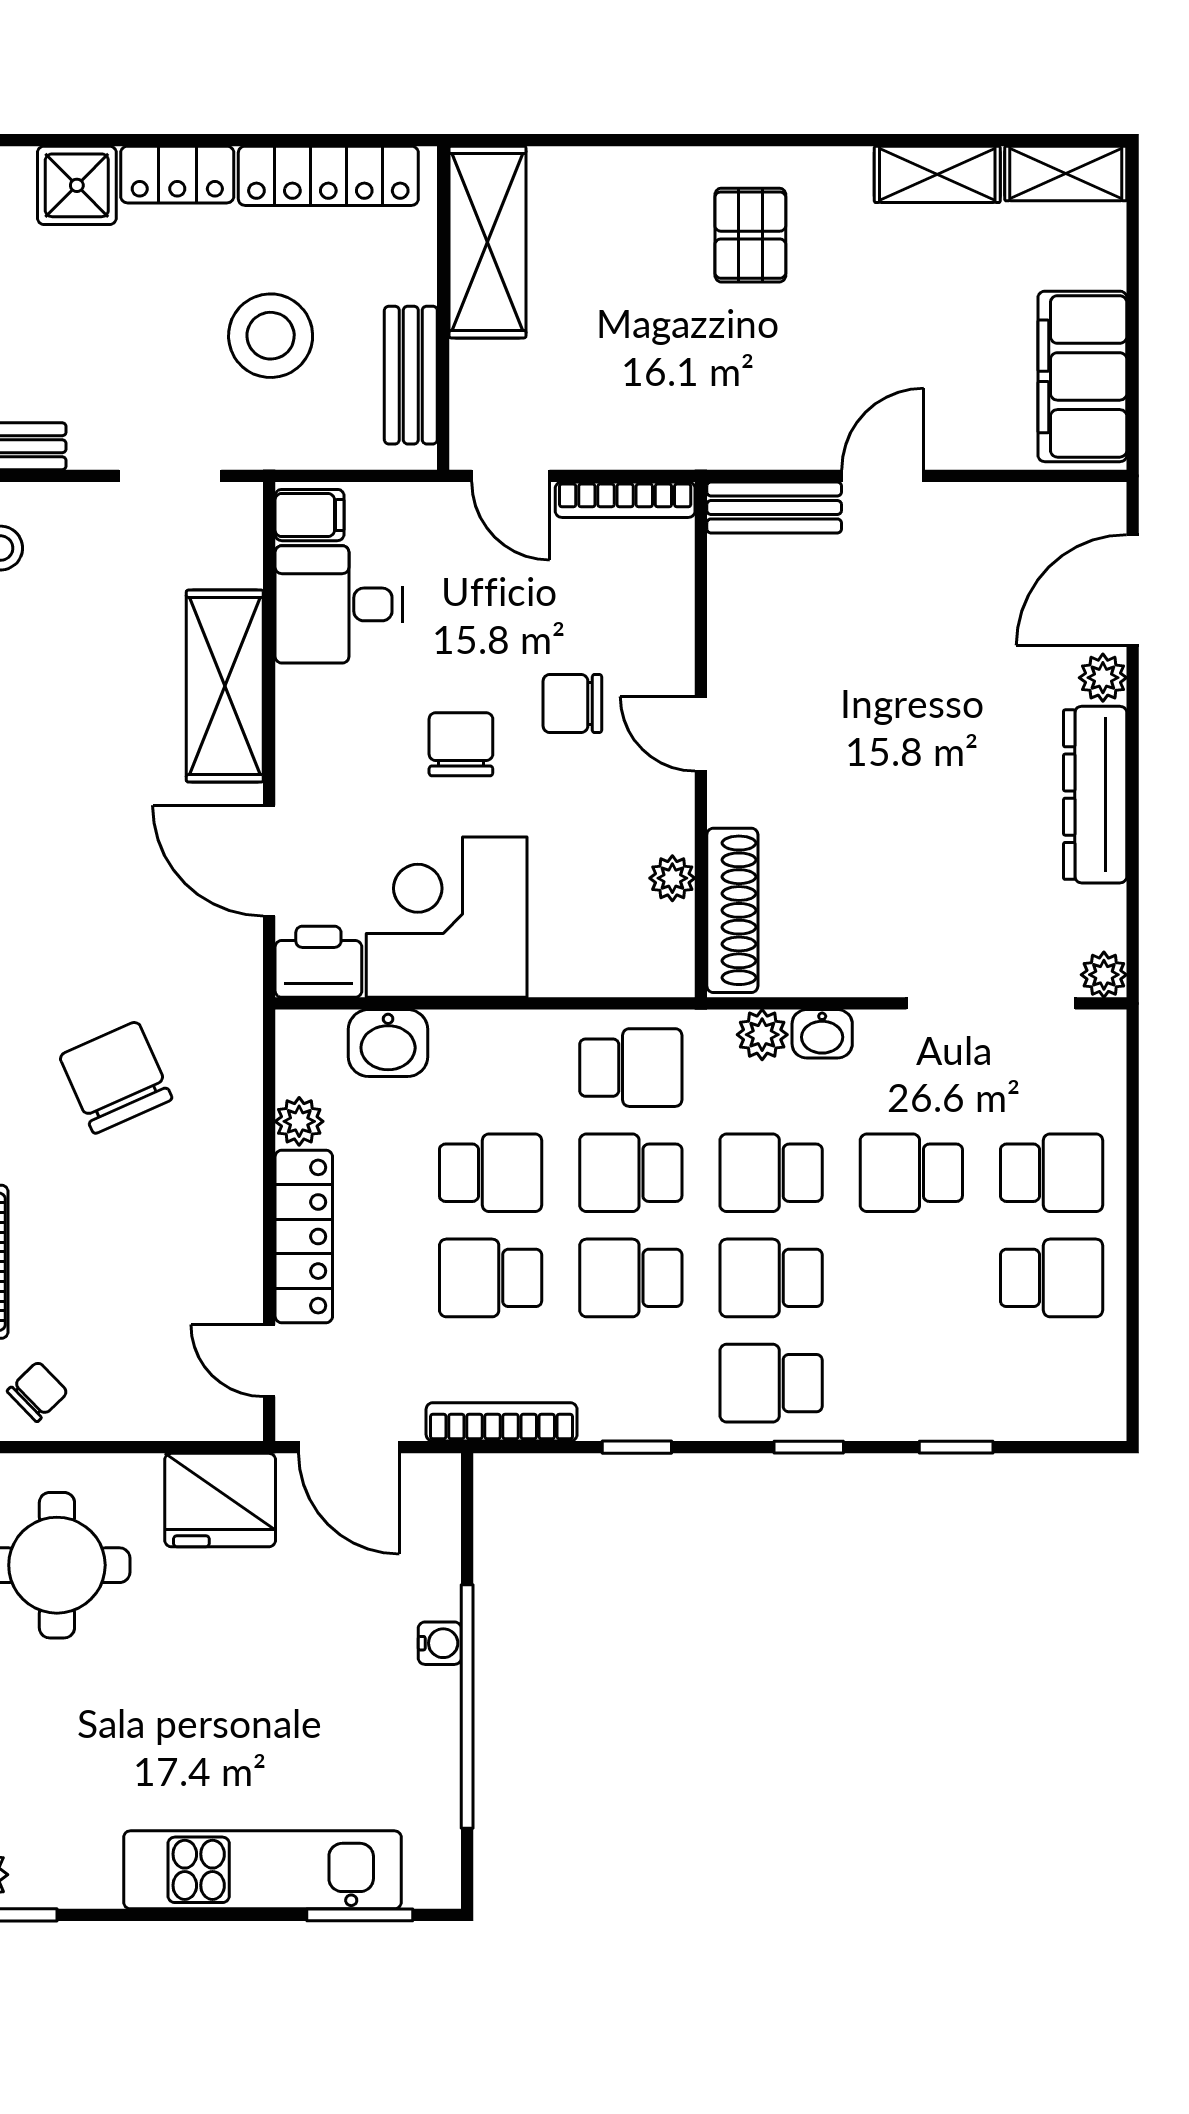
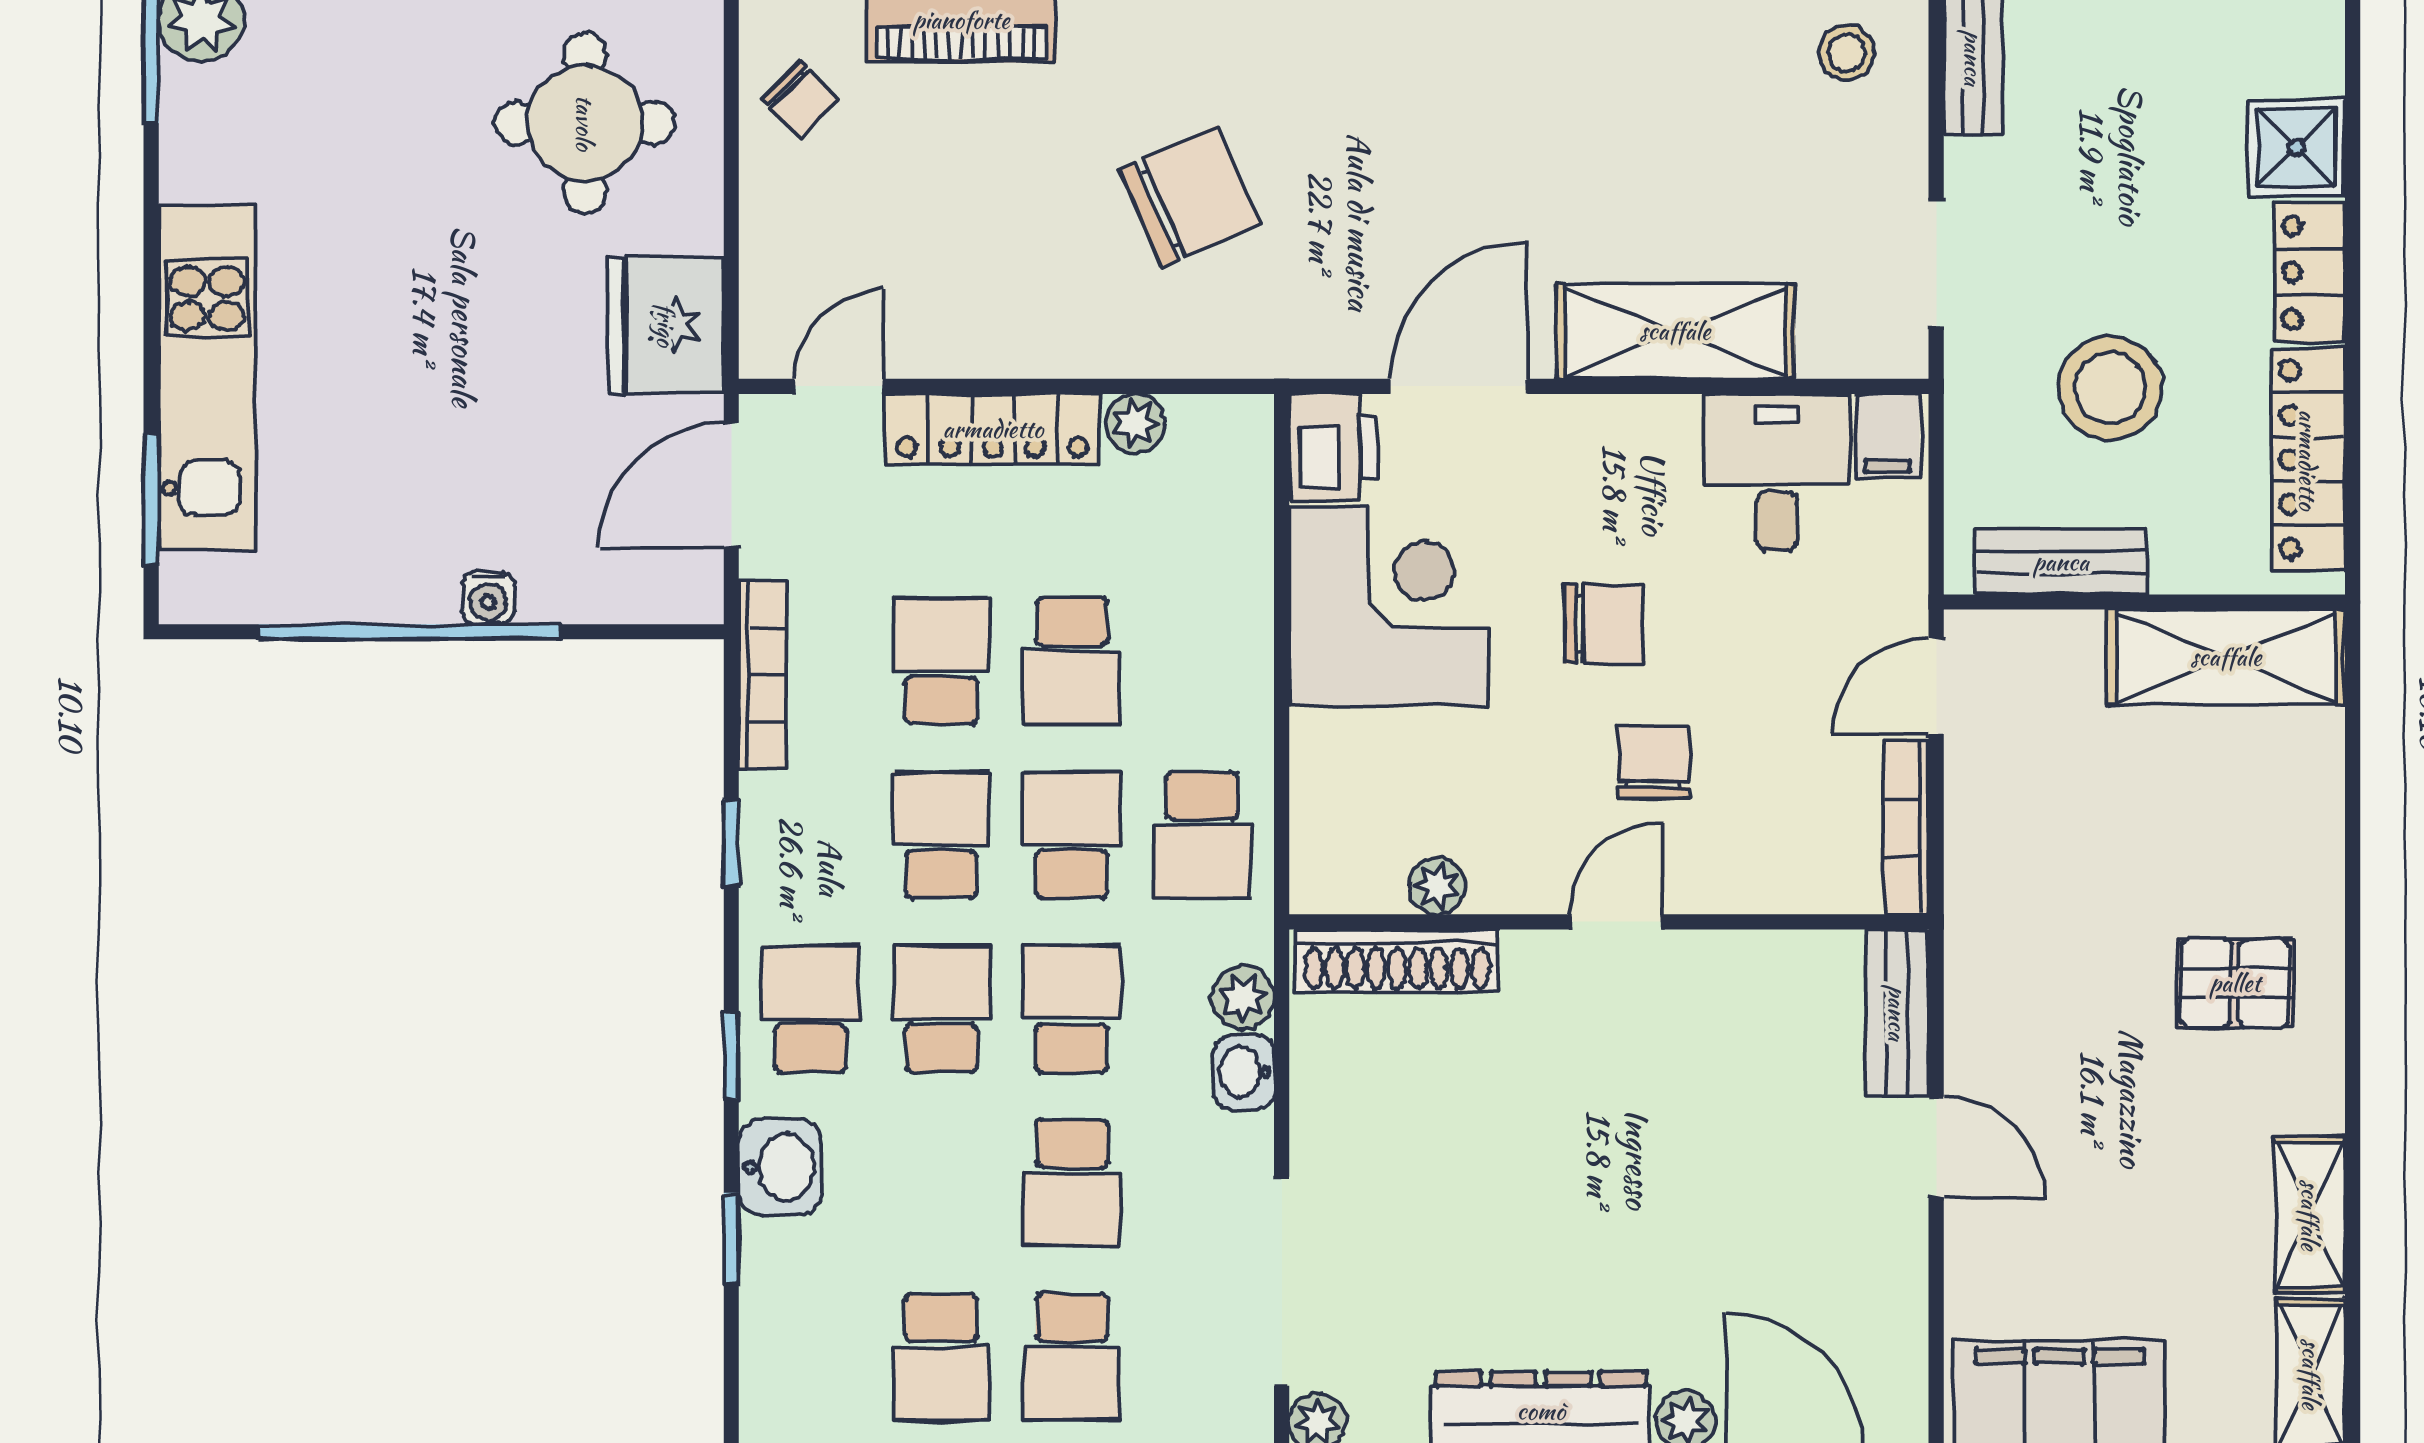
washbasin: (388, 1043) -> (780, 1167), moved, turned 180
school desk: (911, 1173) -> (1072, 1183), turned 180

